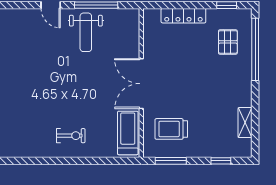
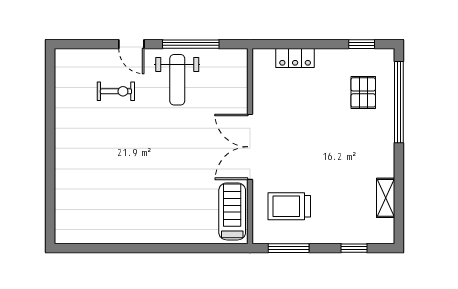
locker: (183, 16) -> (295, 58), width x0.66
exercise bike: (71, 136) -> (116, 91), moved

